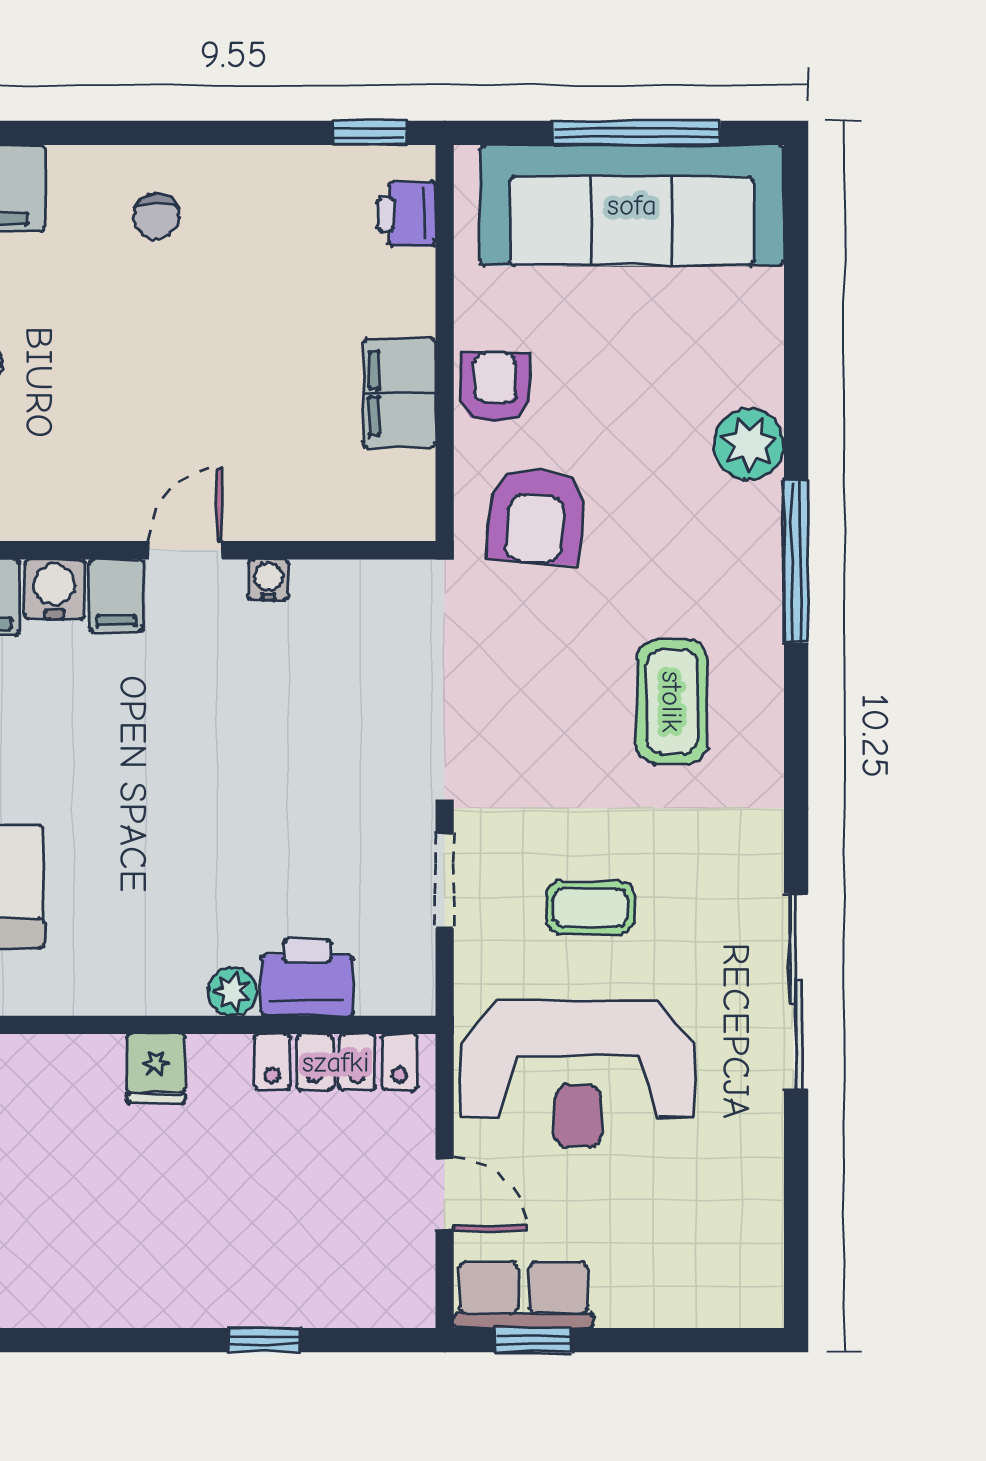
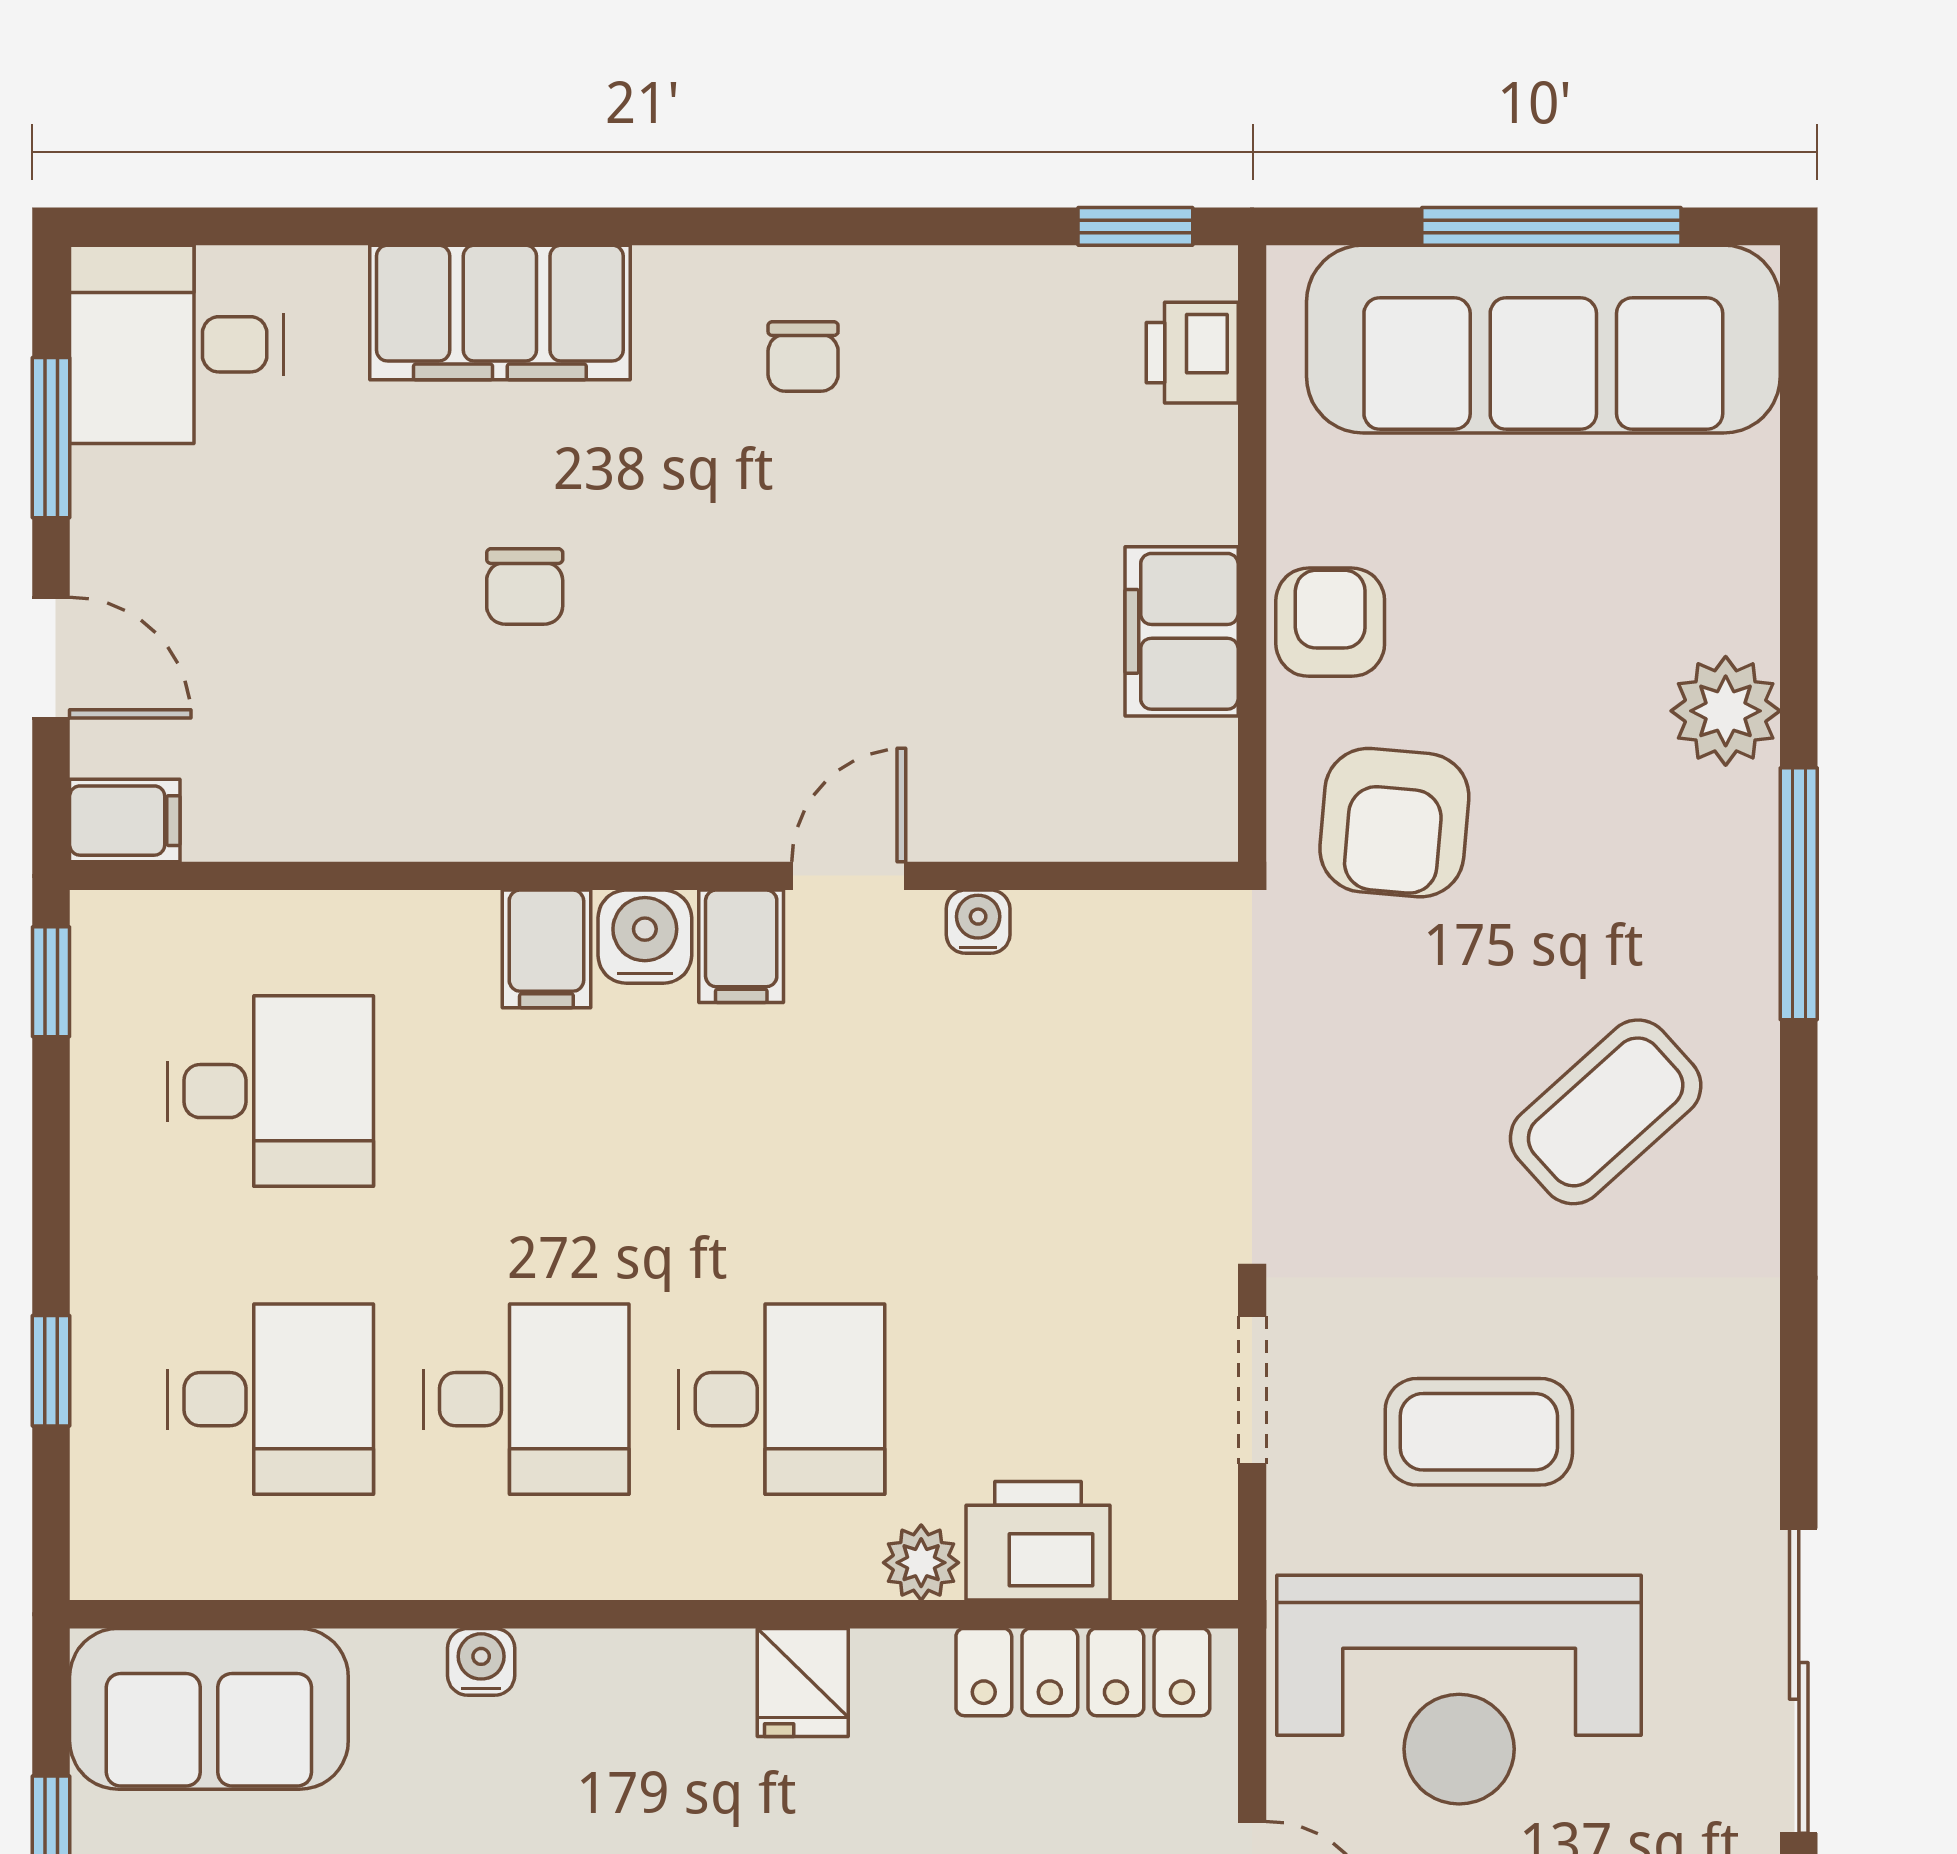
coffee table: (672, 702) -> (1606, 1112), turned 48
desk: (142, 887) -> (782, 1399), added
coffee table: (590, 907) -> (1479, 1432), width x1.36, depth x1.30
sliding door: (796, 991) -> (1799, 1681), moved

